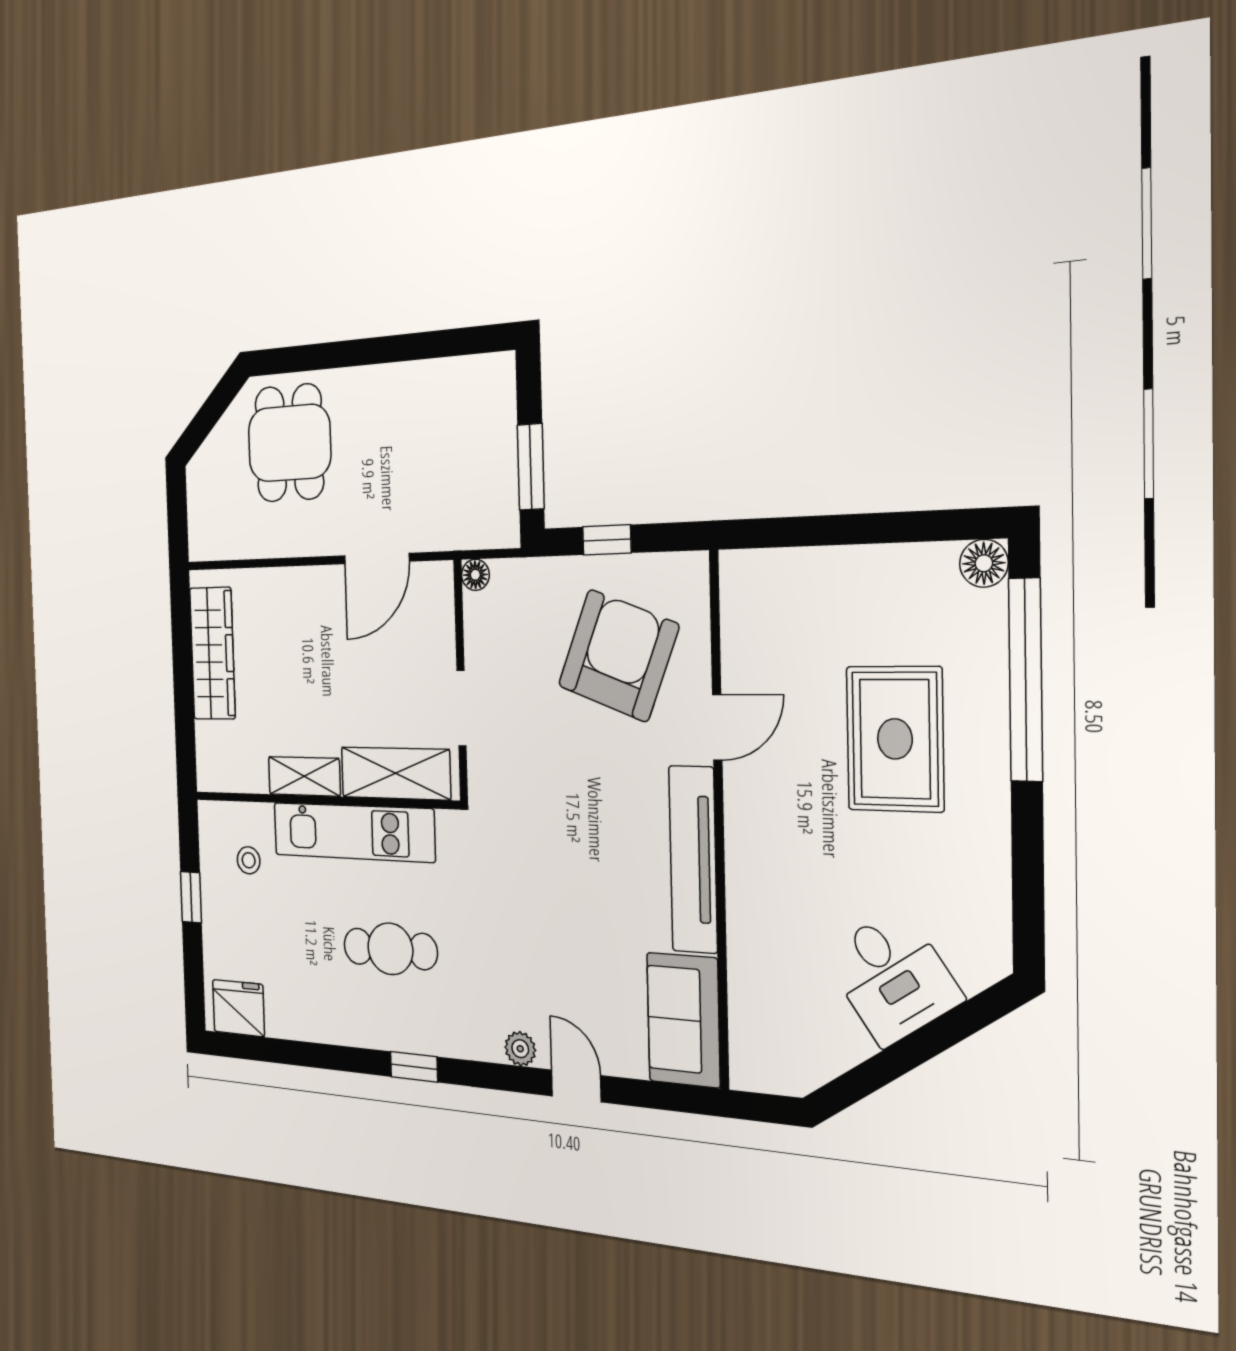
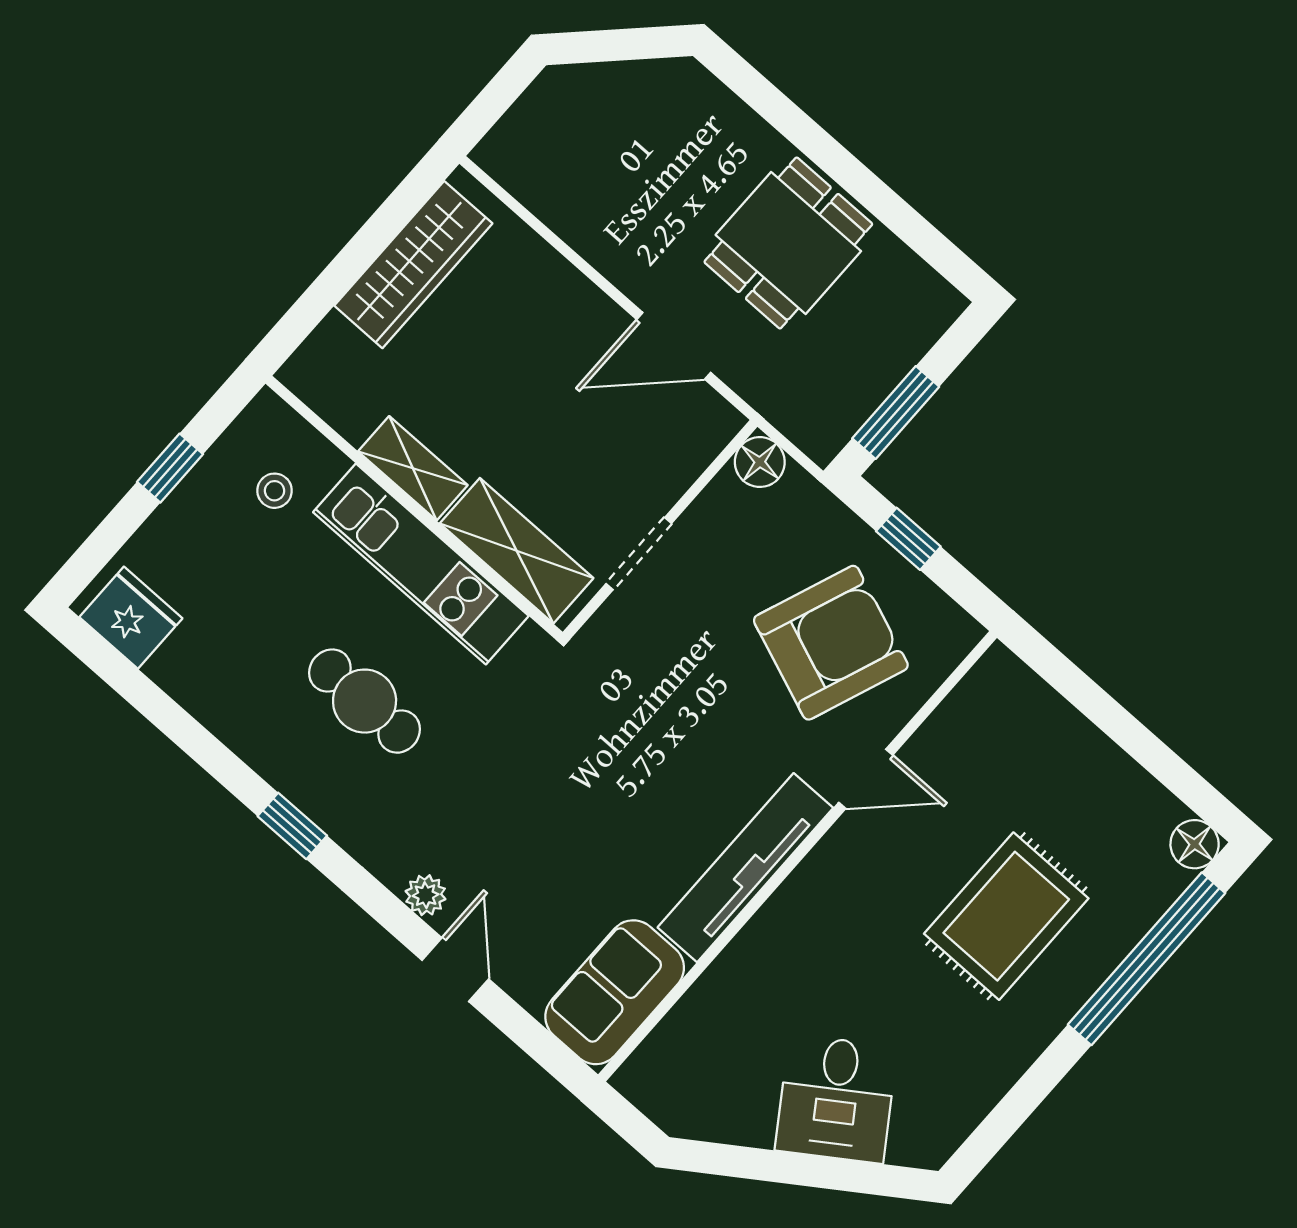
dining table: (289, 443) -> (788, 243), moved
floor lamp: (475, 575) -> (760, 462), width x1.37, depth x1.37

